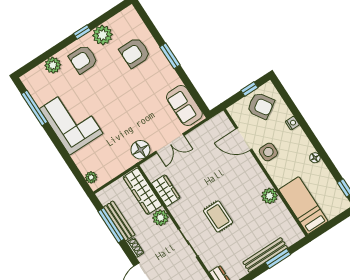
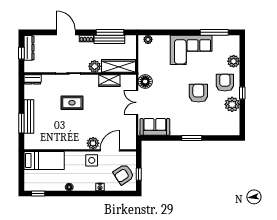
armchair: (135, 53) -> (198, 93), moved
plant: (269, 196) -> (93, 143), moved

